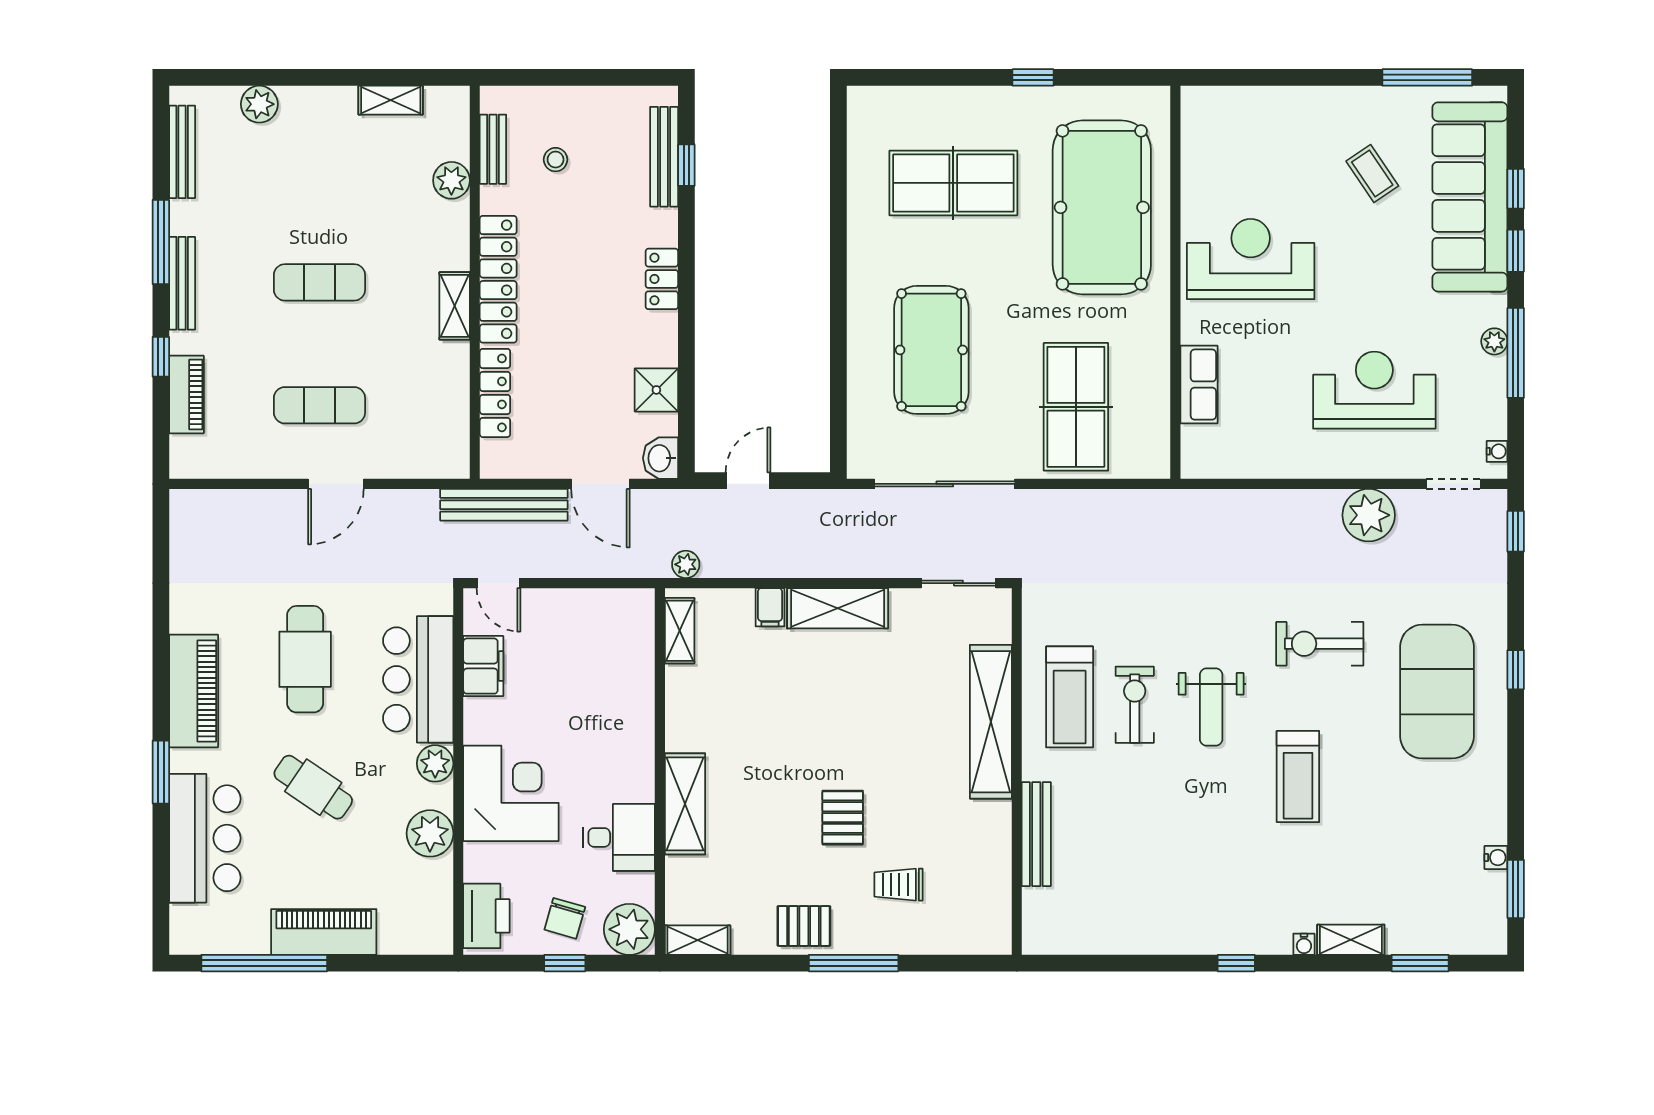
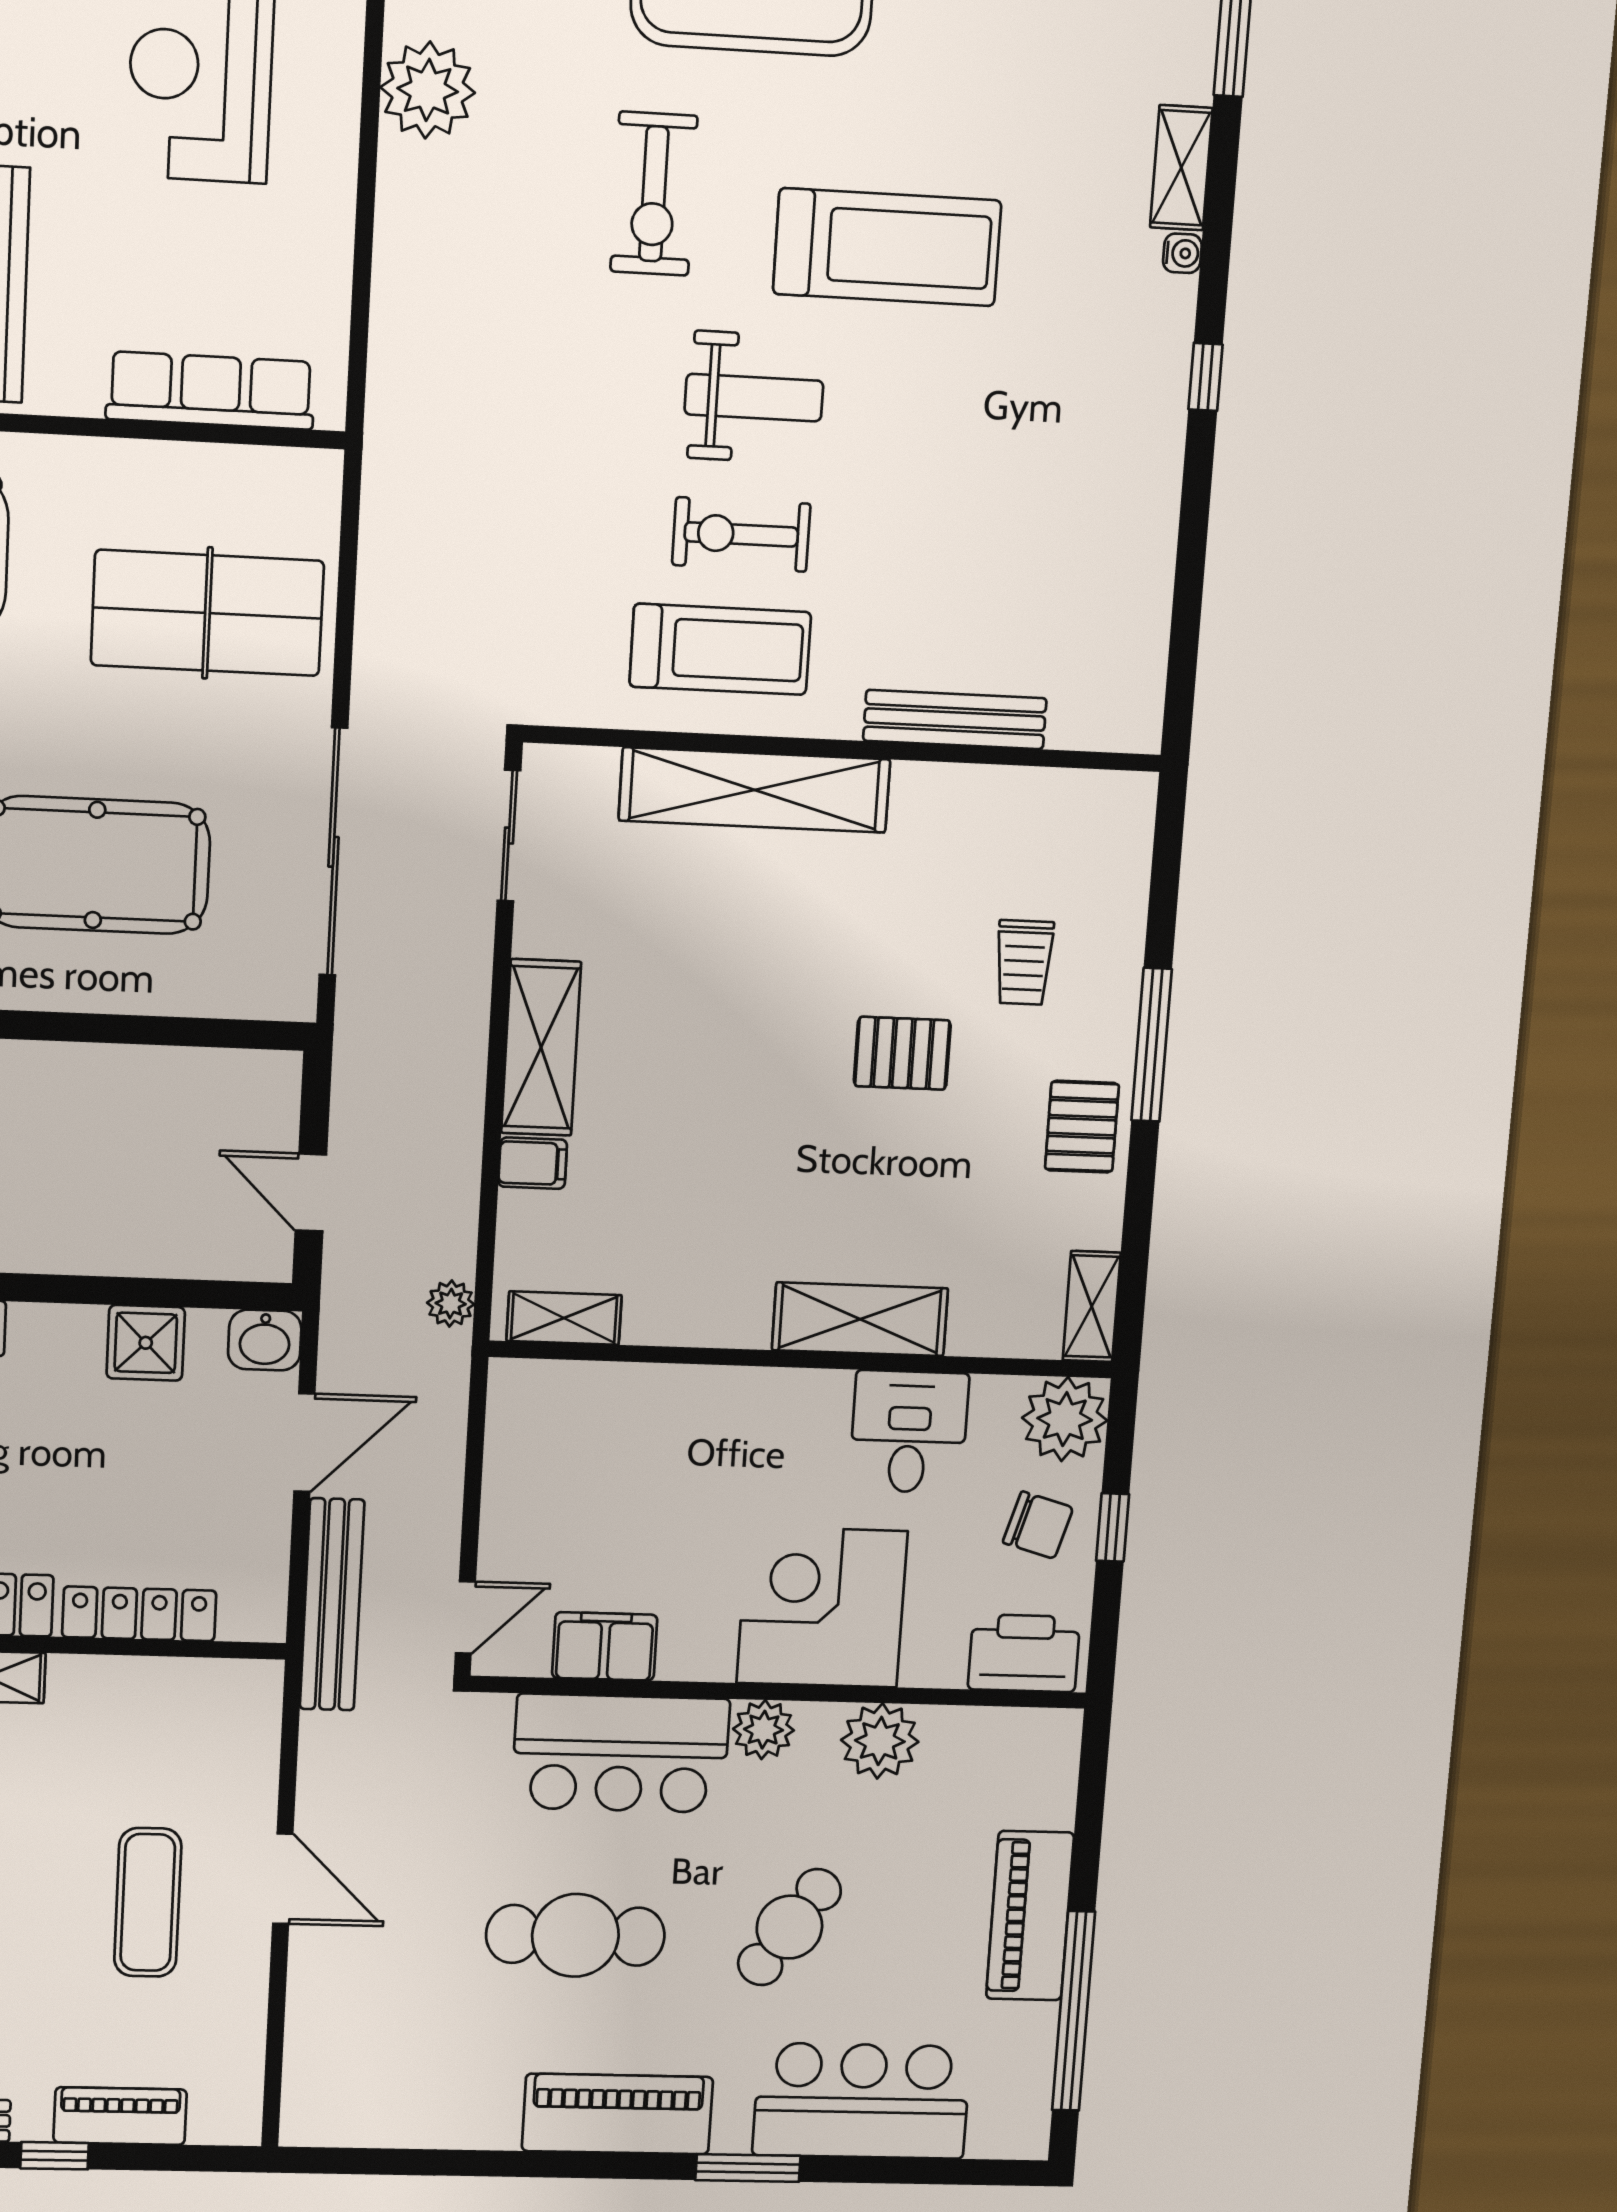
row of seats: (1199, 385) -> (211, 391), width x1.48
treadmill: (1298, 777) -> (887, 247), width x1.37, depth x1.38

